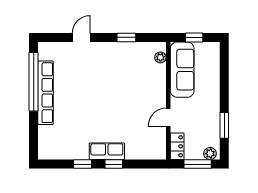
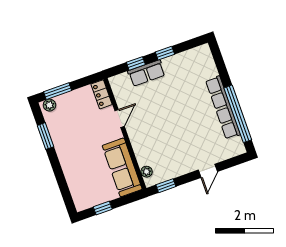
plant: (160, 57) -> (147, 172), moved
sofa: (182, 70) -> (122, 167), moved
wall: (168, 101) -> (125, 134), moved
door: (168, 117) -> (120, 119), moved
locker: (177, 146) -> (102, 94), moved

